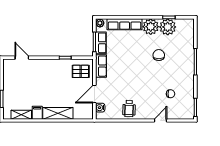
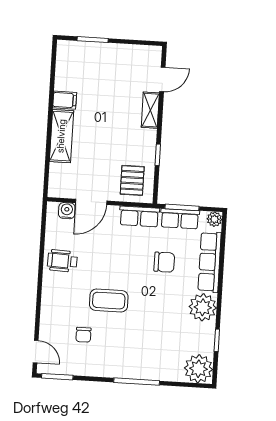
plant: (168, 27) -> (198, 369), moved
chair: (159, 55) -> (164, 262), moved
coffee table: (150, 81) -> (109, 301), added
door: (94, 94) -> (91, 202), swing flipped
shelving: (21, 115) -> (150, 110), moved
door: (161, 120) -> (36, 352), moved

